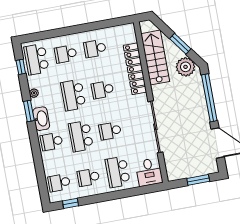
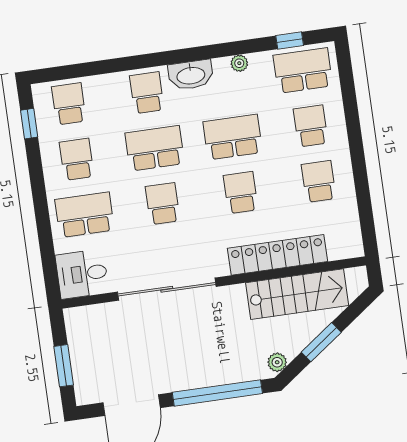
plant: (186, 67) -> (277, 362), width x0.53, depth x0.53
window: (29, 111) -> (206, 52), removed

